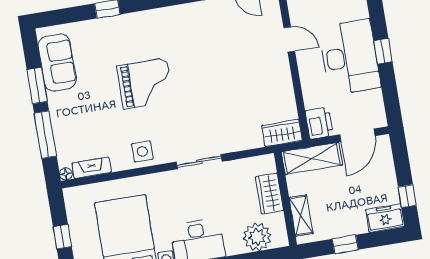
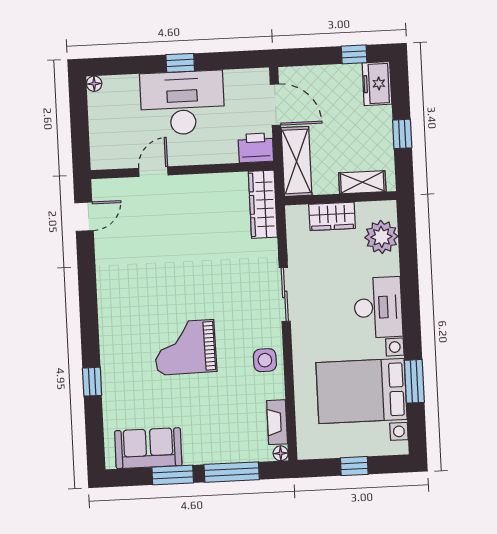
grand piano: (145, 83) -> (185, 347), turned -91
wardrobe: (282, 133) -> (263, 204), width x1.50

